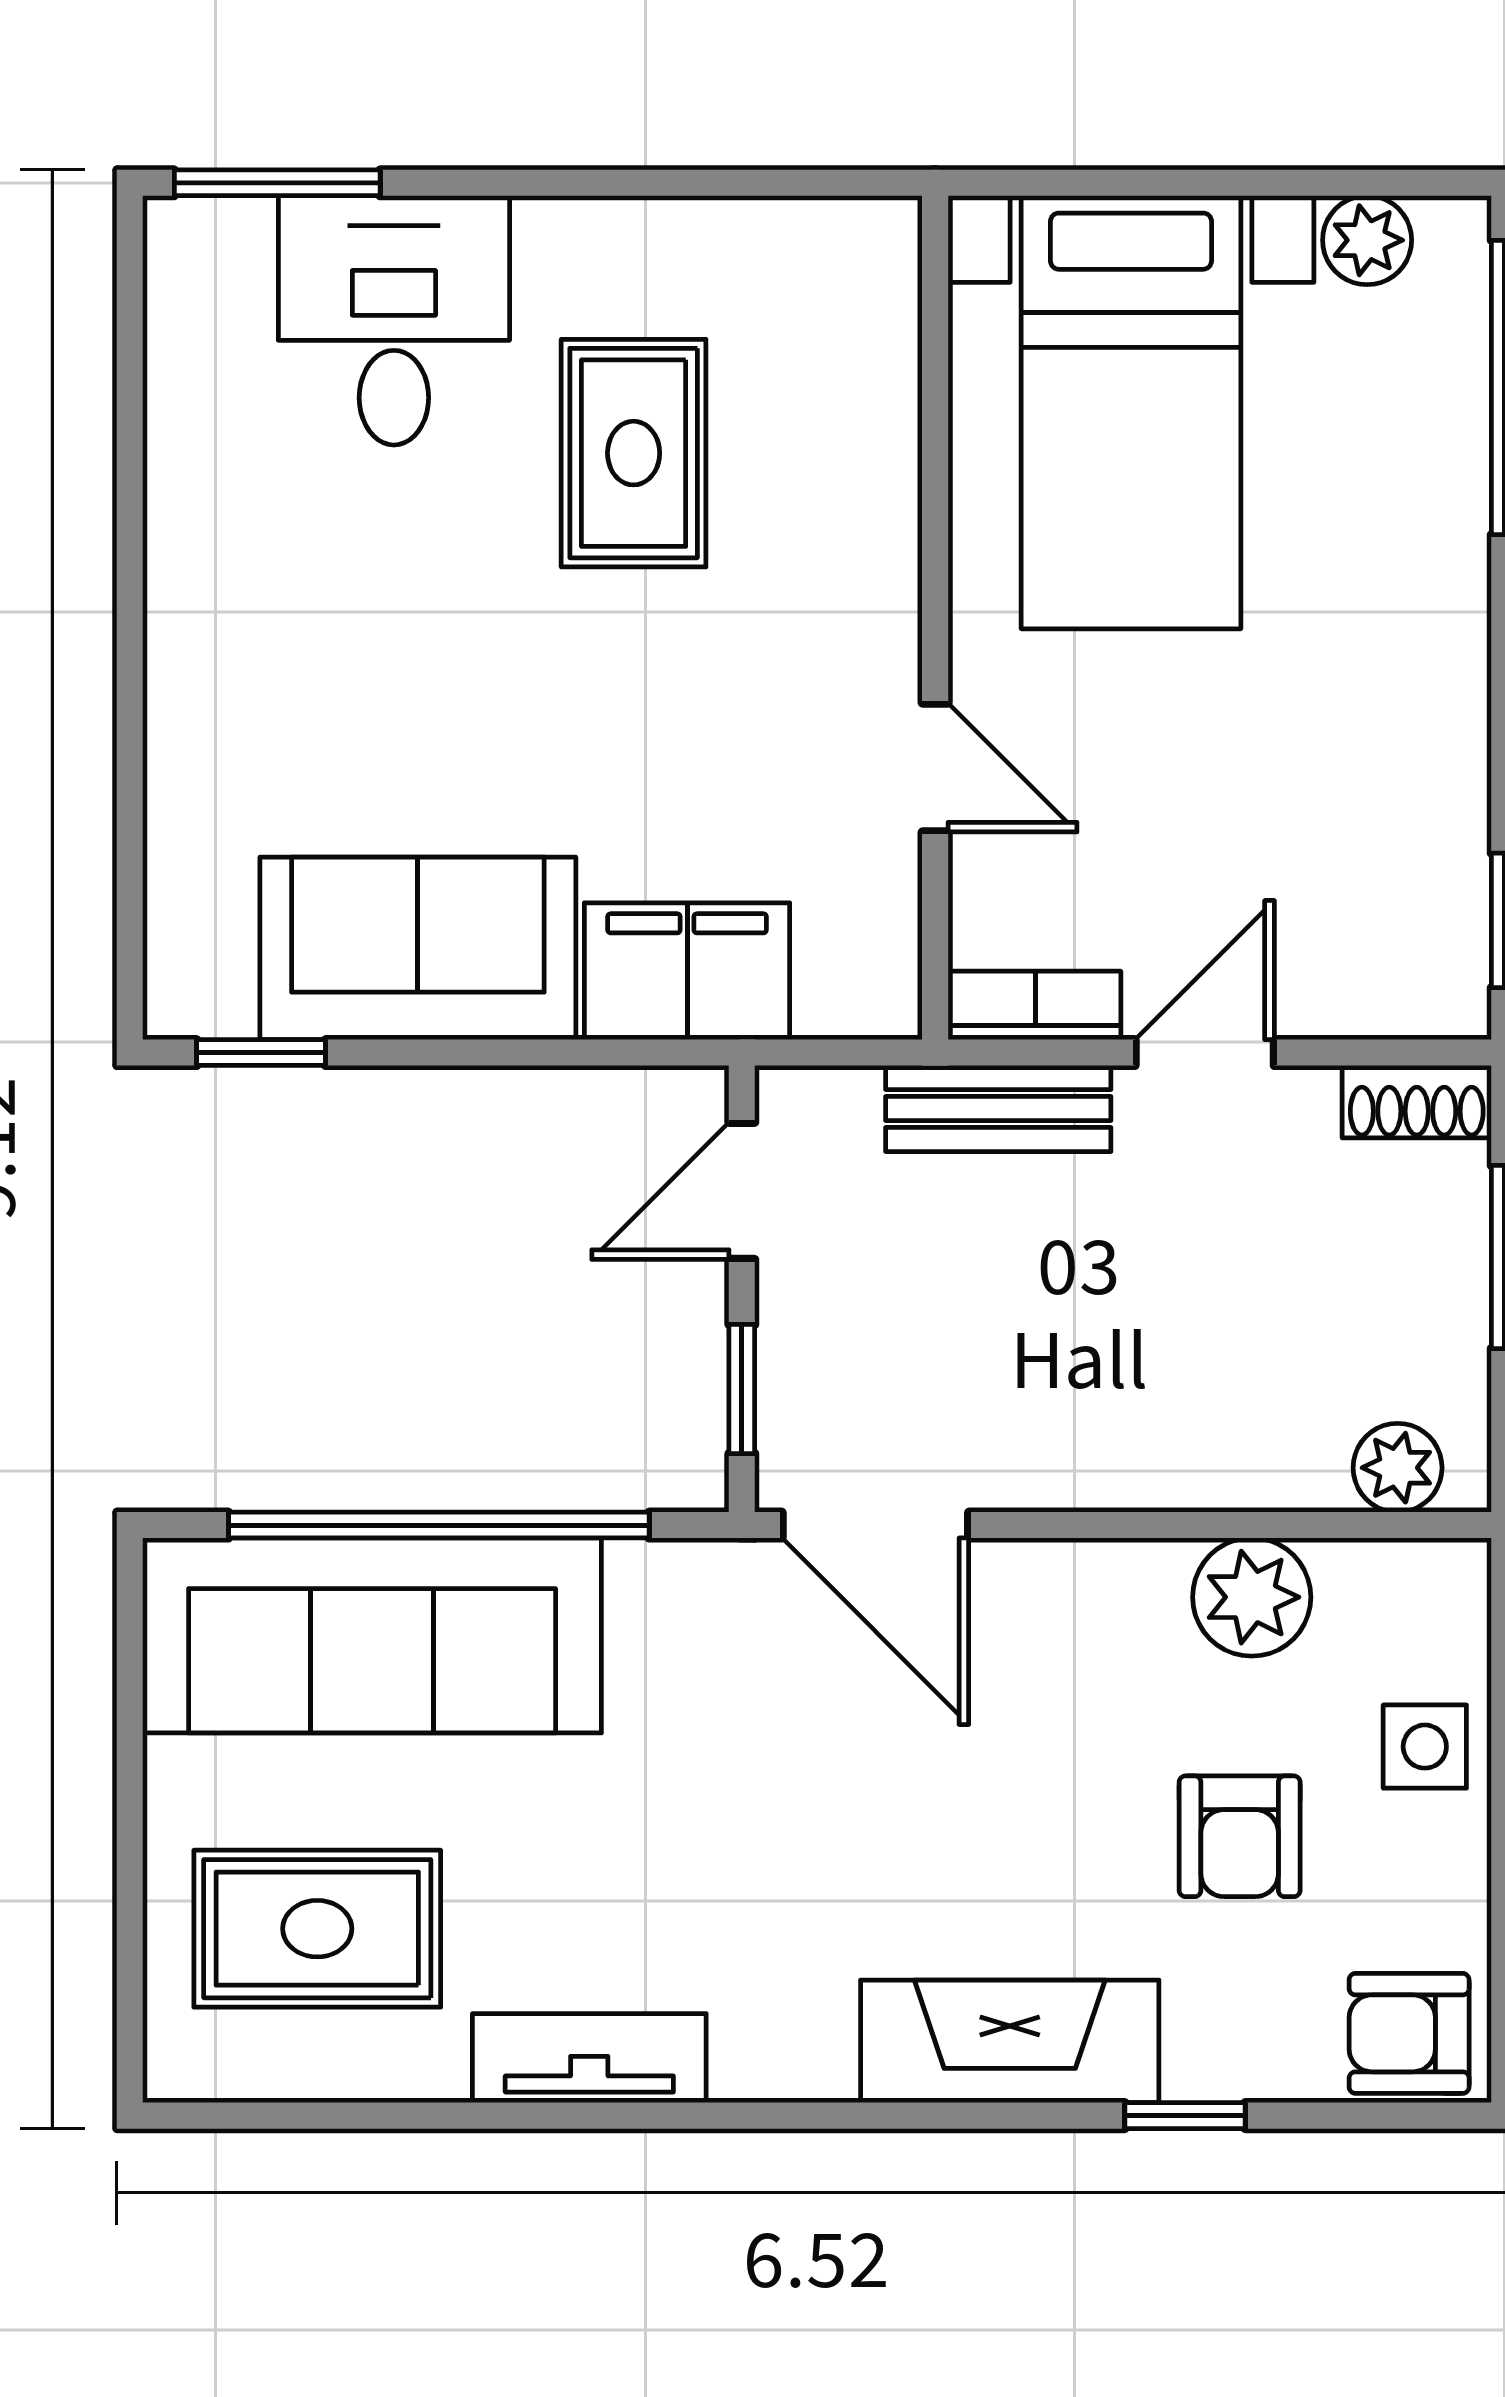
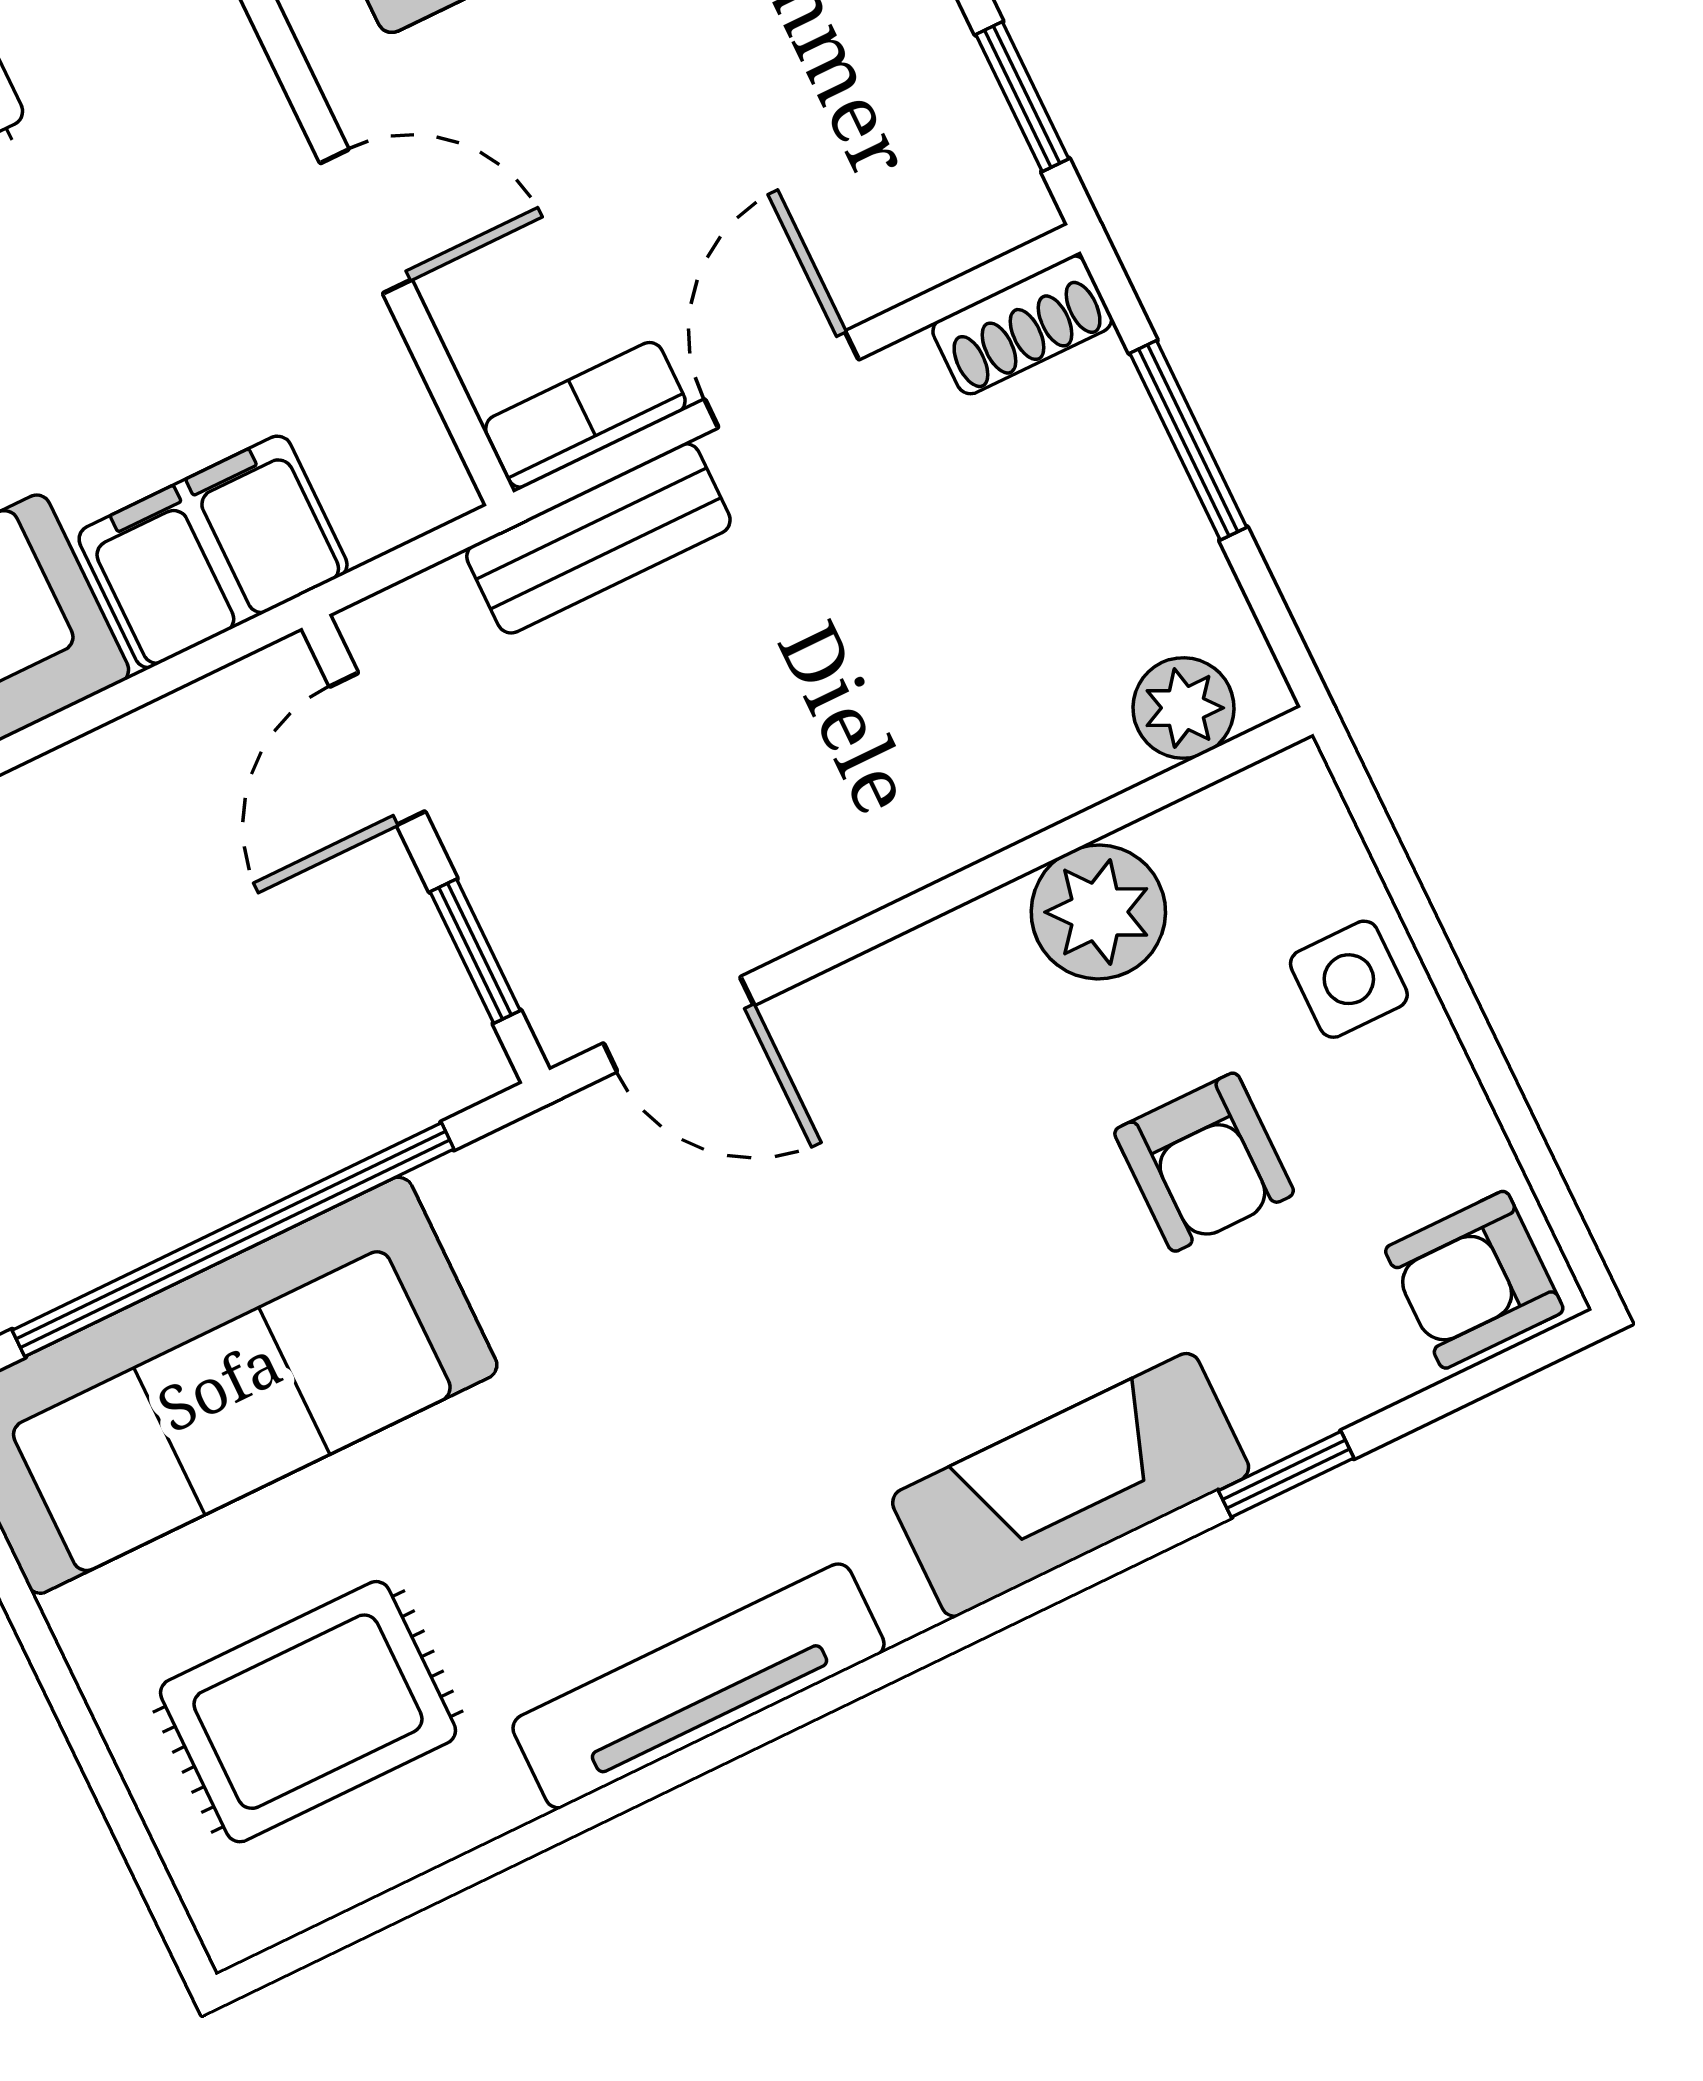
door: (875, 1525) -> (679, 1024), width x0.73
tv unit: (589, 2058) -> (698, 1686), width x1.41

